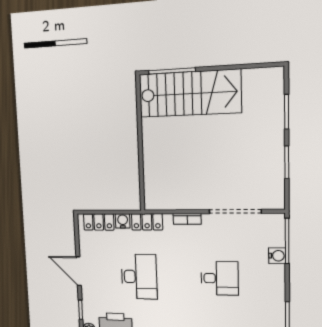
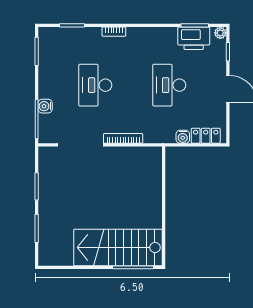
bookcase: (187, 219) -> (123, 138), width x1.56
locker: (147, 222) -> (160, 136), removed
desk: (220, 278) -> (95, 85), width x1.37

